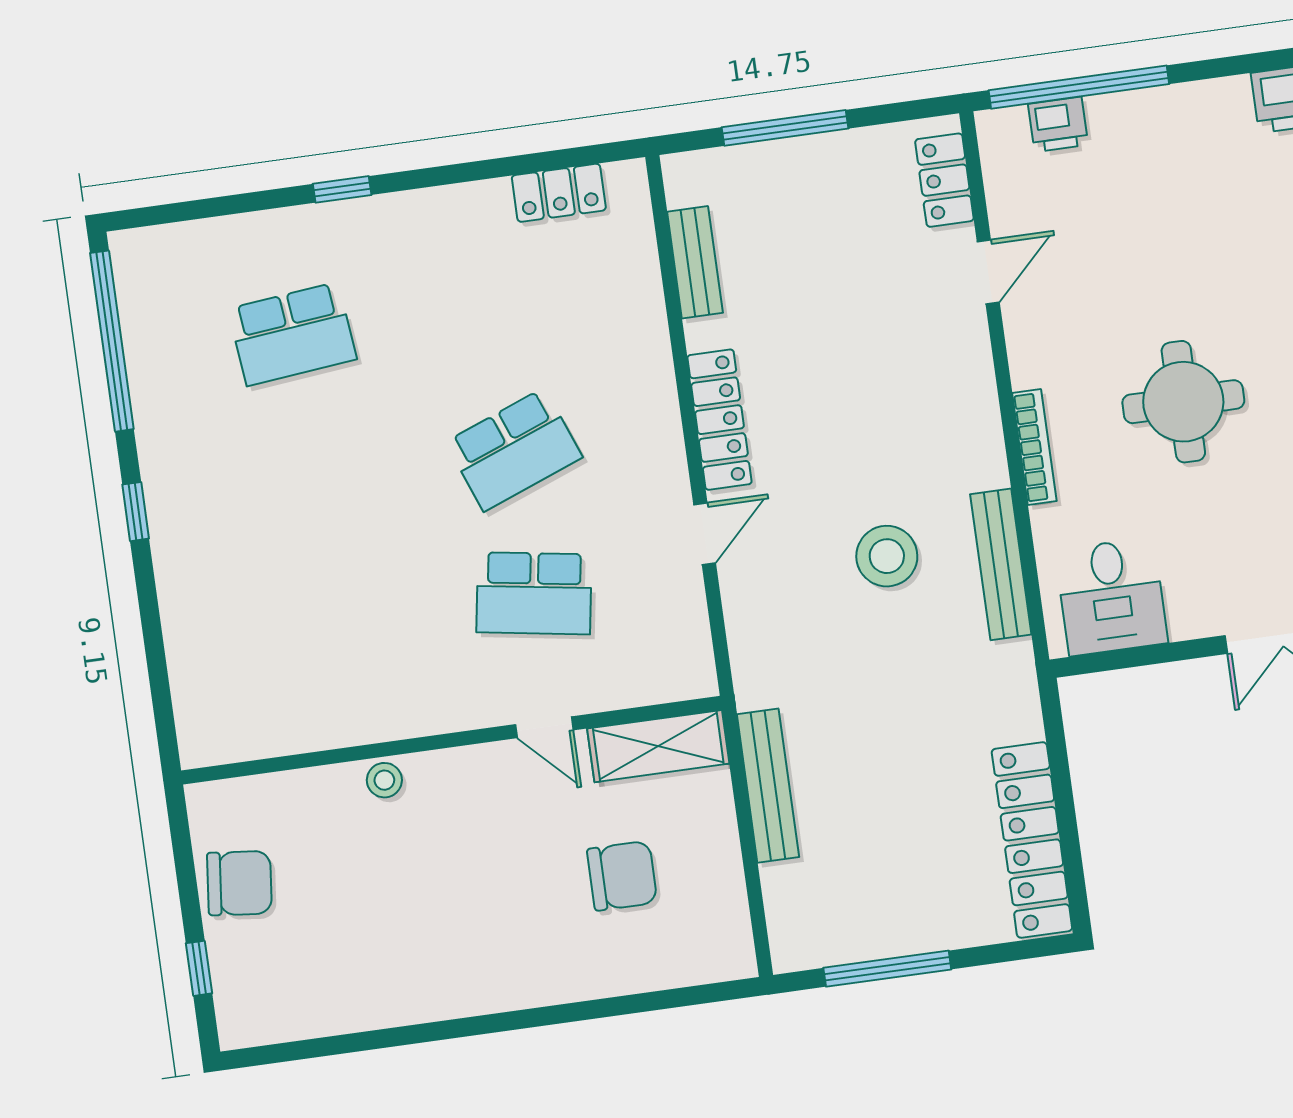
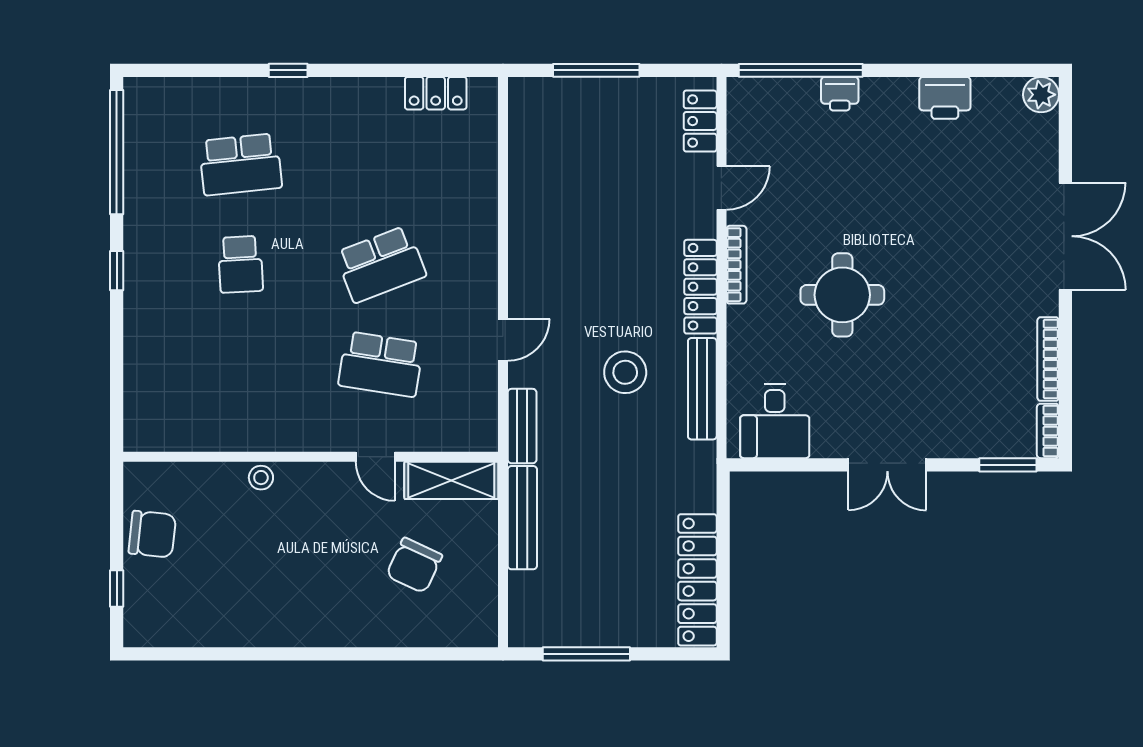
printer: (1058, 124) -> (840, 94), moved
bench: (695, 262) -> (522, 426), moved
locker: (719, 420) -> (700, 287), moved, turned 180
bookcase: (1034, 447) -> (736, 265), moved
school desk: (312, 478) -> (240, 264), added
chair: (622, 876) -> (414, 565), turned 115

